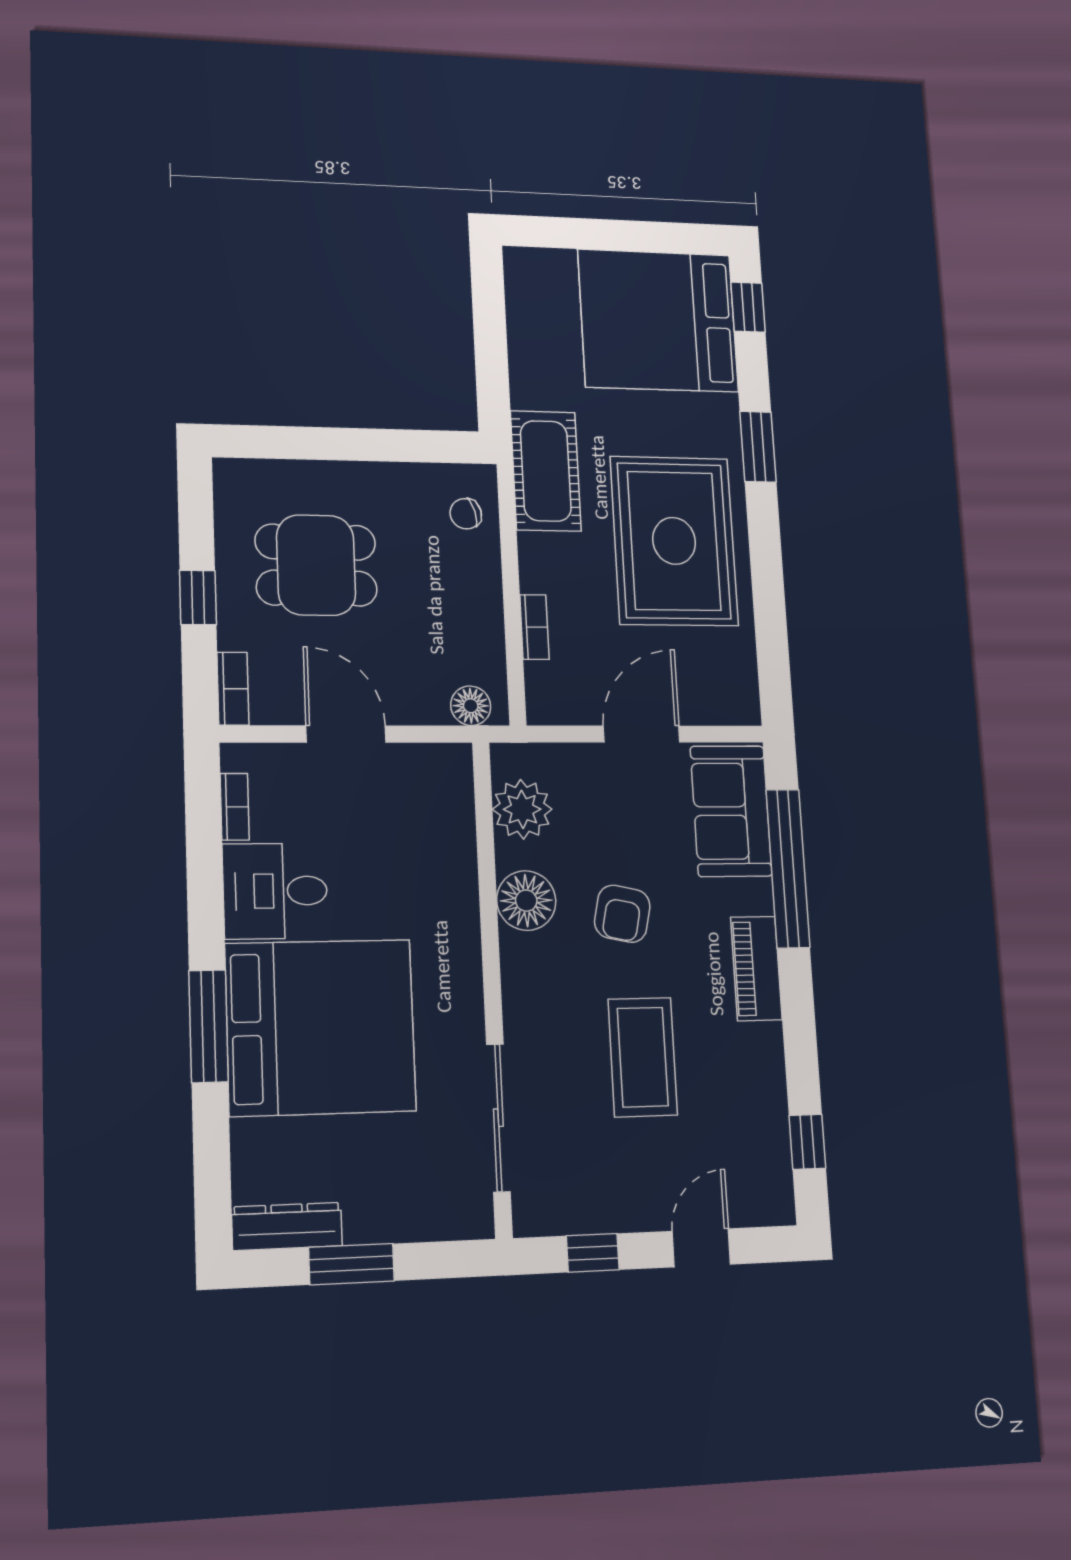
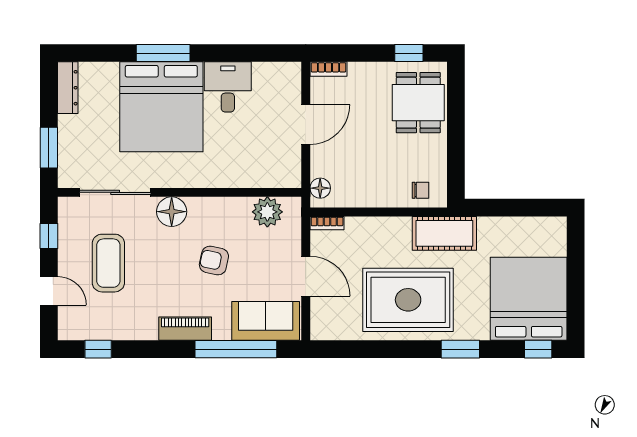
chair: (466, 514) -> (420, 190), turned 105
dining table: (316, 565) -> (418, 103), moved
window: (198, 597) -> (409, 53), moved
bookcase: (534, 627) -> (327, 223), moved
bookcase: (235, 807) -> (270, 68), removed
floor lamp: (526, 901) -> (172, 212), moved
coffee table: (643, 1057) -> (108, 263), moved, turned 90
window: (351, 1264) -> (49, 148), moved

